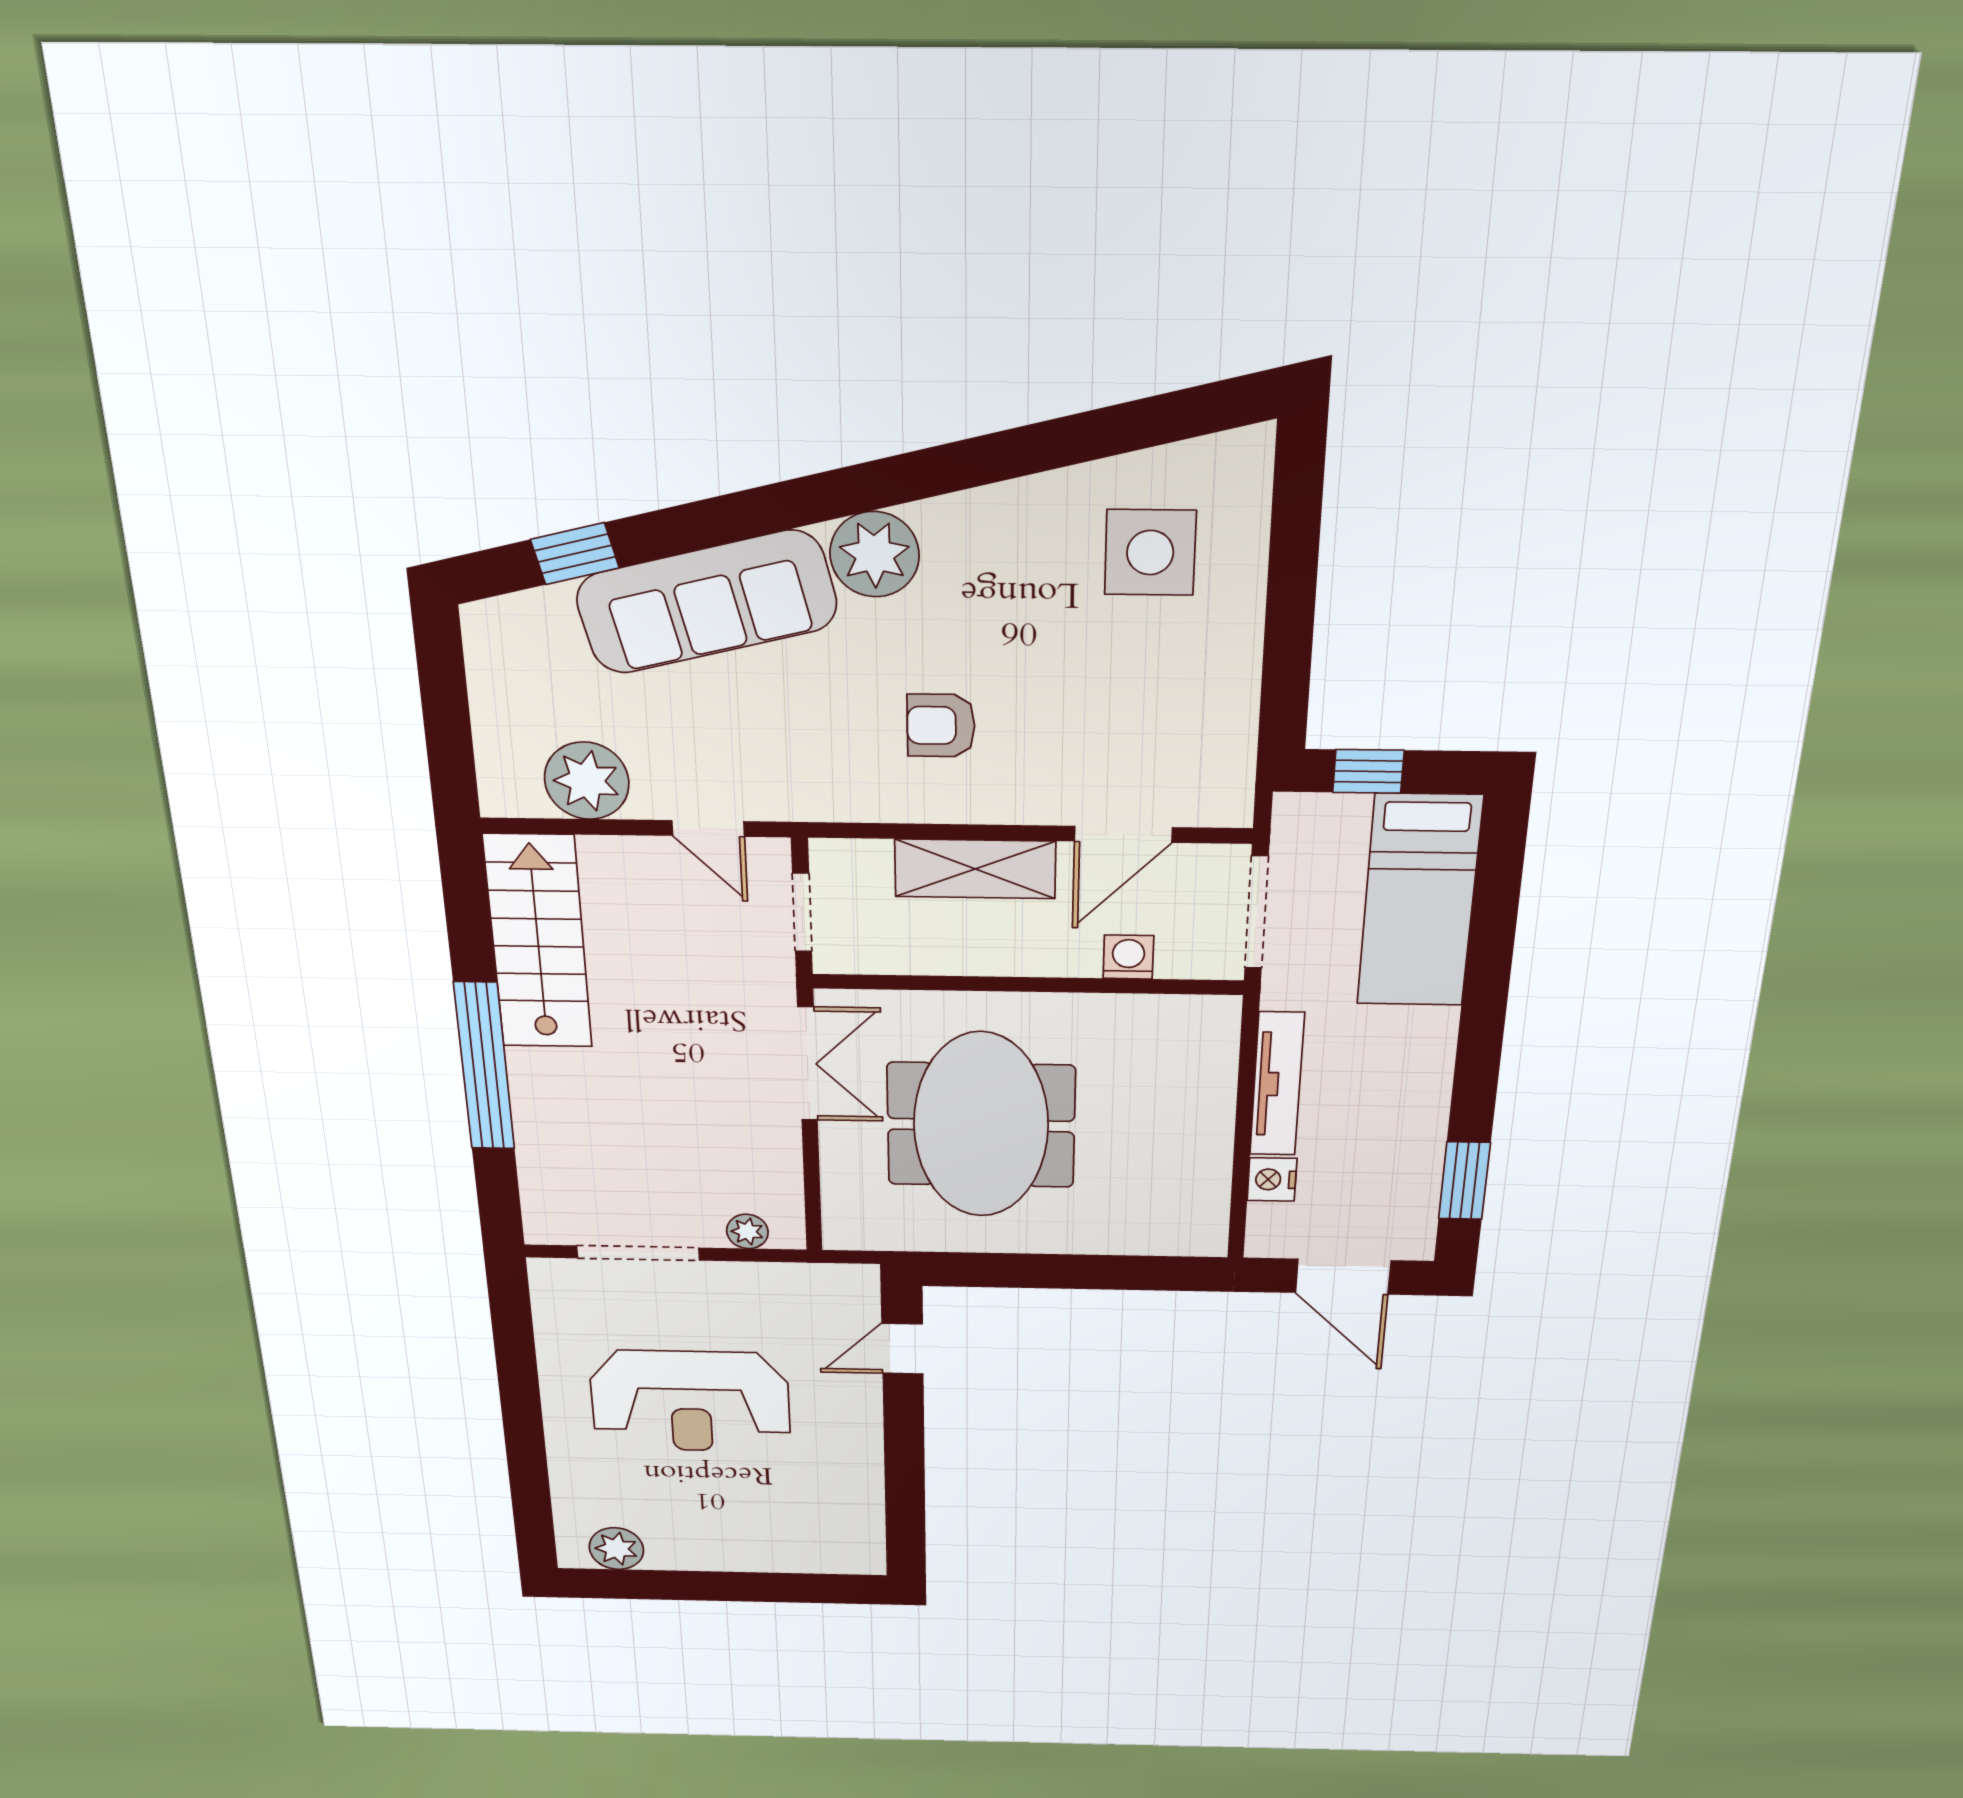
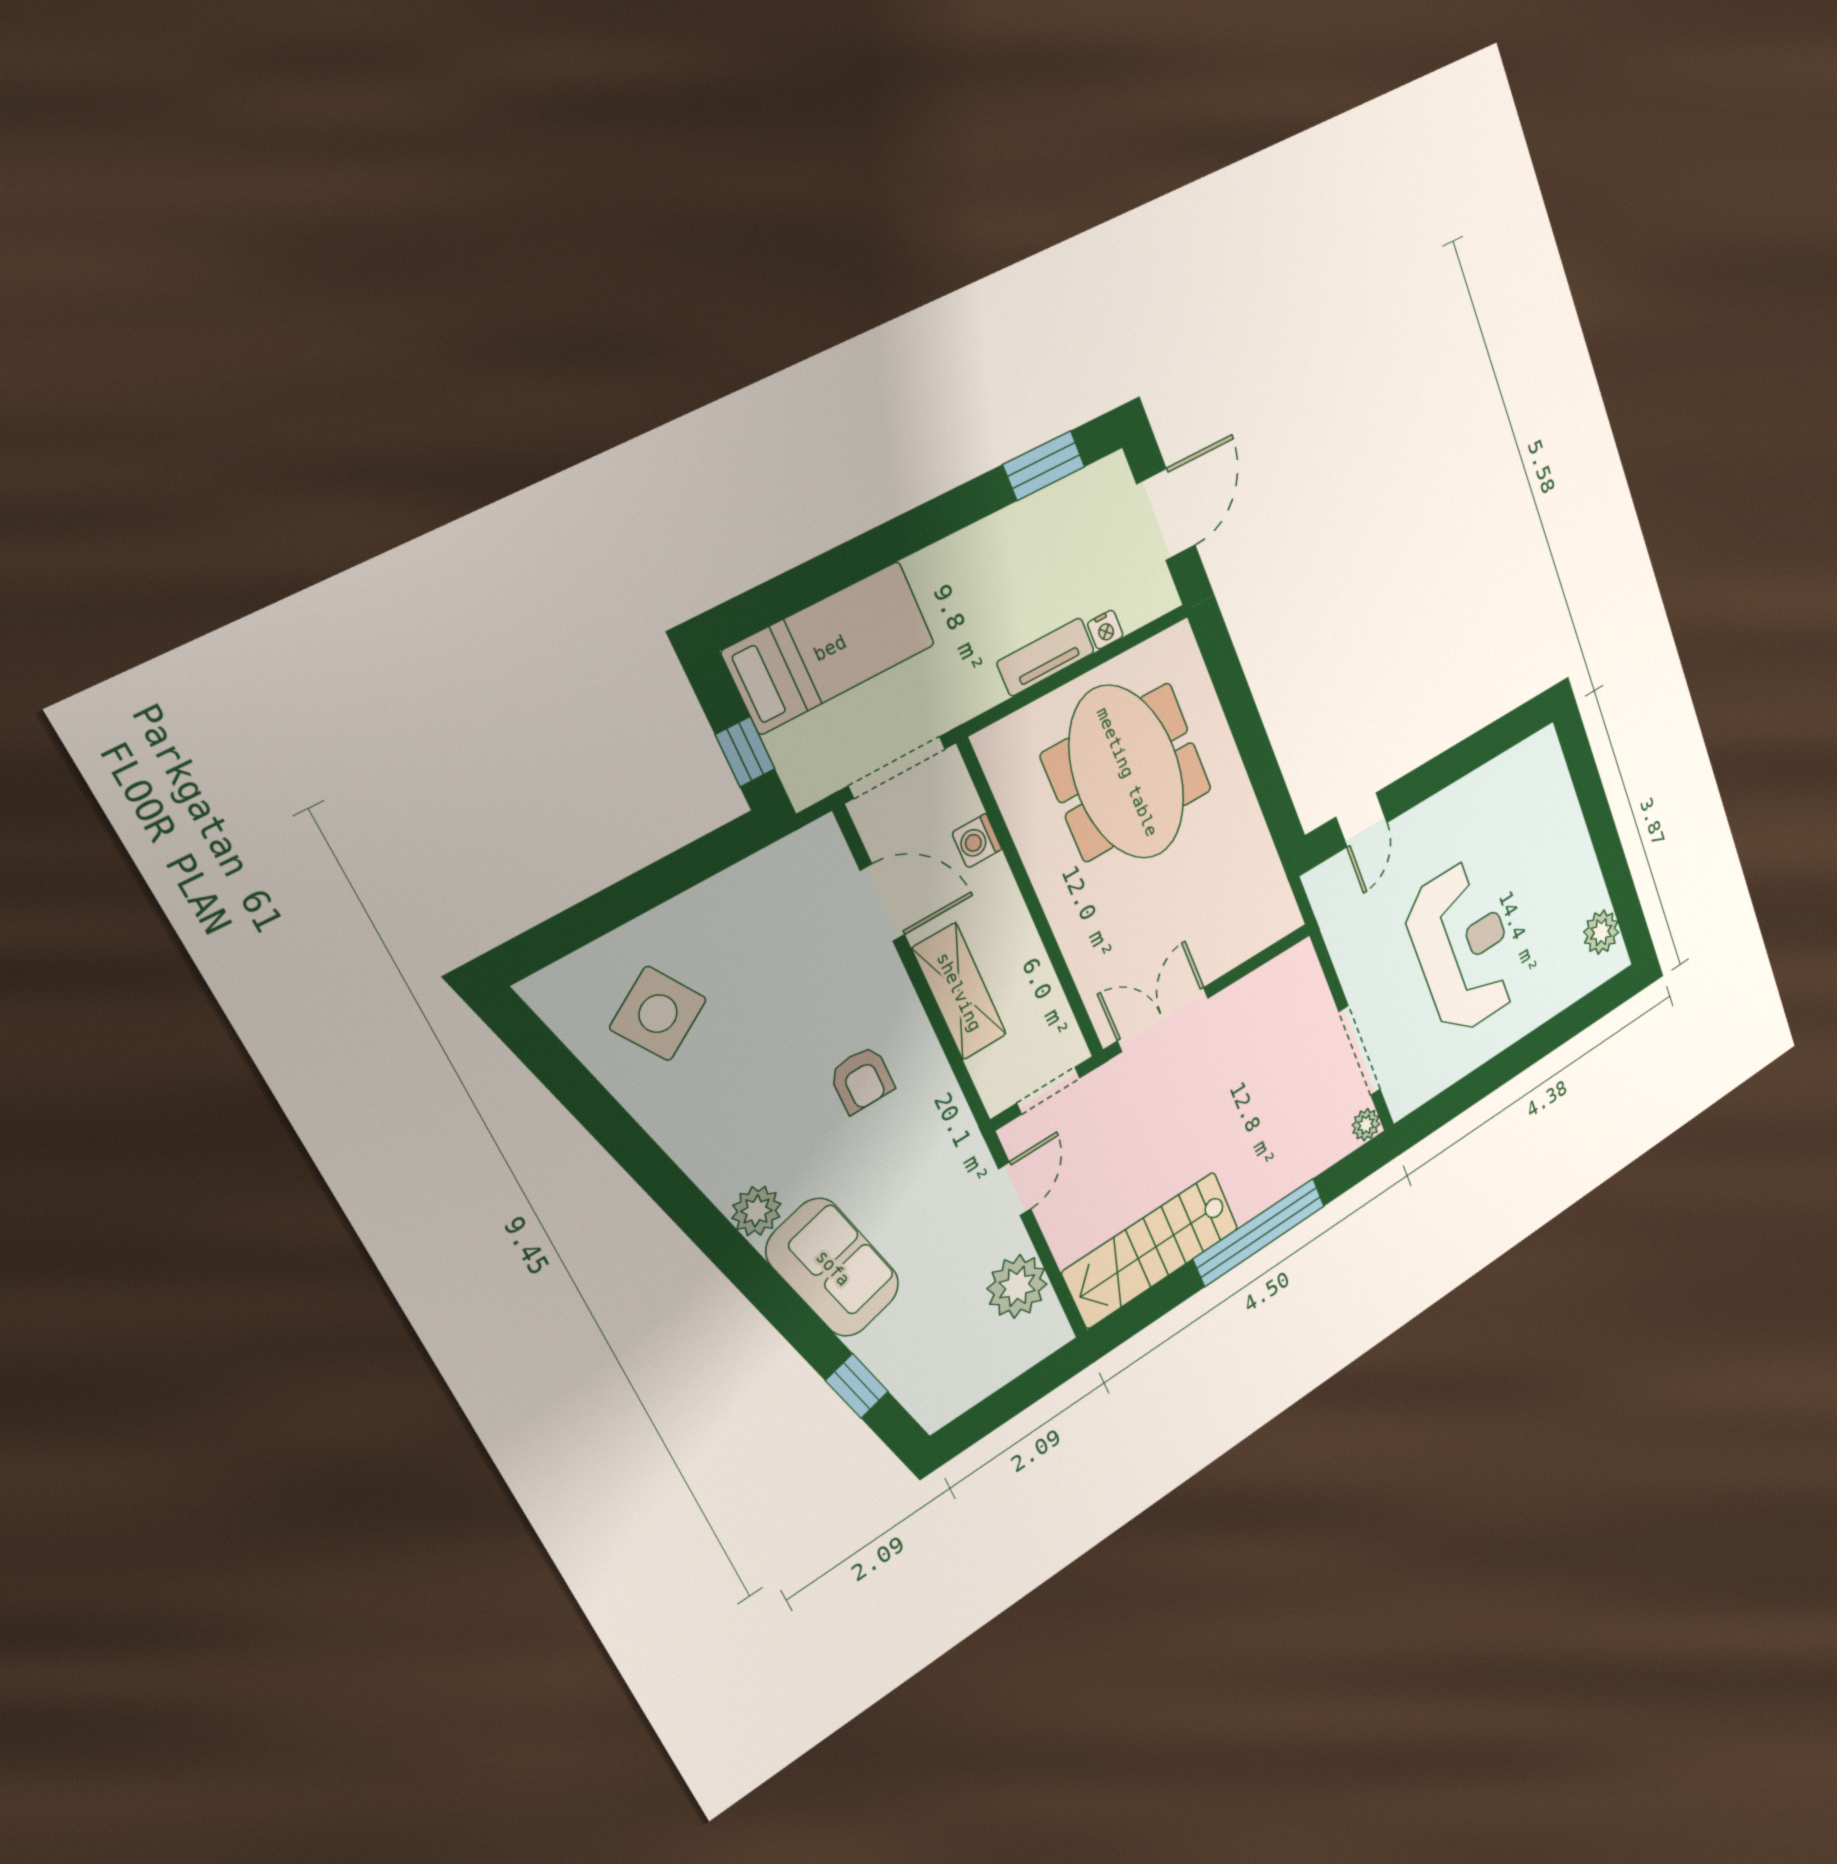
side table: (1150, 553) -> (658, 1014), turned -32
plant: (875, 554) -> (756, 1211), width x0.73, depth x0.73
sofa: (707, 602) -> (833, 1268), width x0.73
tv unit: (1277, 1084) -> (1046, 657), width x0.71
meeting table: (981, 1125) -> (1127, 772), moved, turned 90
nightstand: (1272, 1179) -> (1105, 630), width x0.72, depth x0.74
plant: (747, 1231) -> (1366, 1125), moved
door: (903, 1349) -> (1361, 820), hinge flipped

